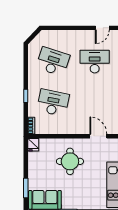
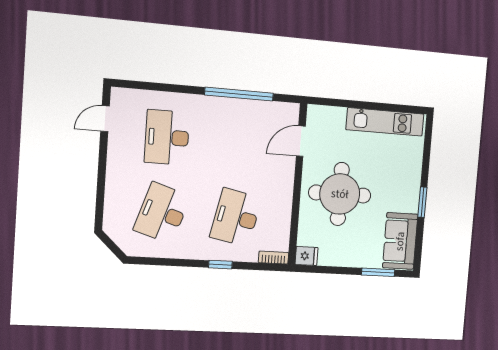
door: (102, 28) -> (105, 119), swing flipped
round table: (70, 161) -> (340, 194), width x1.36, depth x1.36

